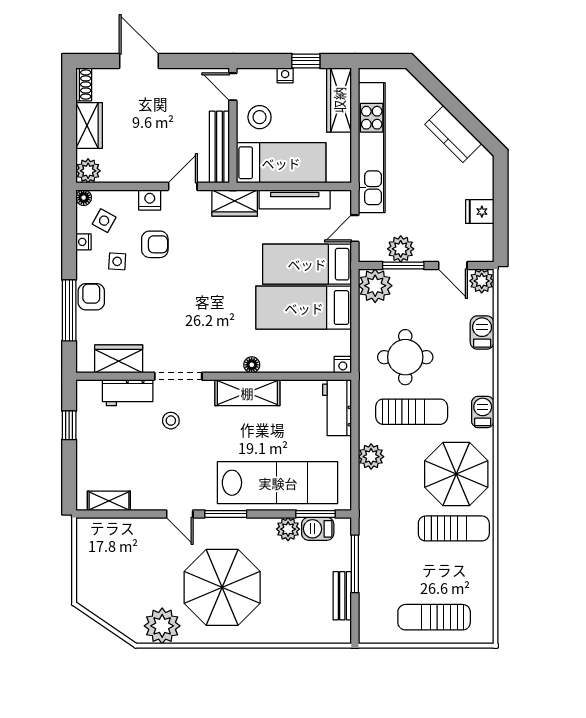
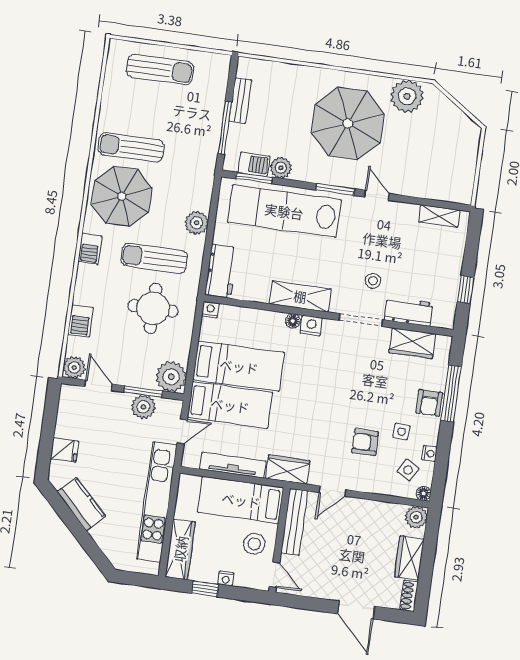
nightstand: (150, 200) -> (311, 326), moved, turned 180
fridge: (480, 212) -> (64, 450), moved

